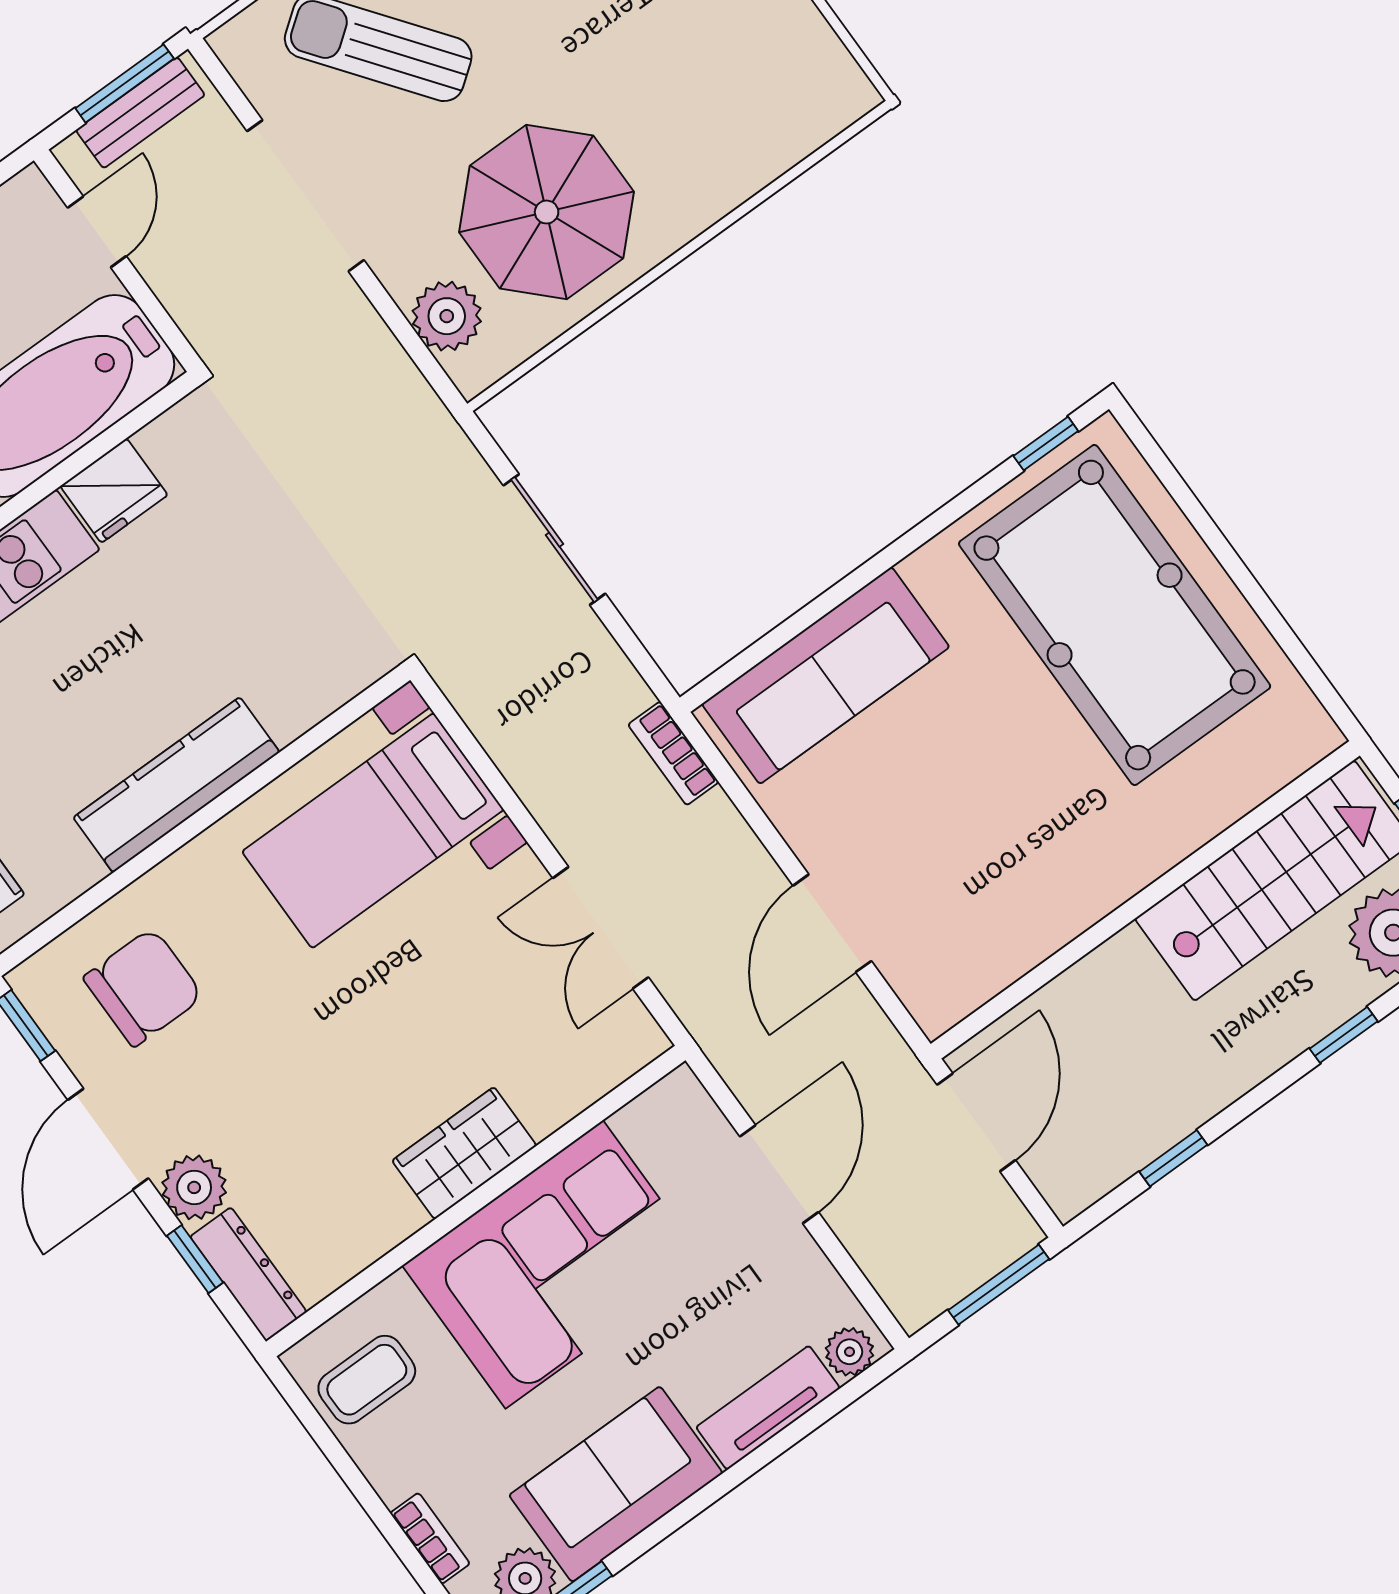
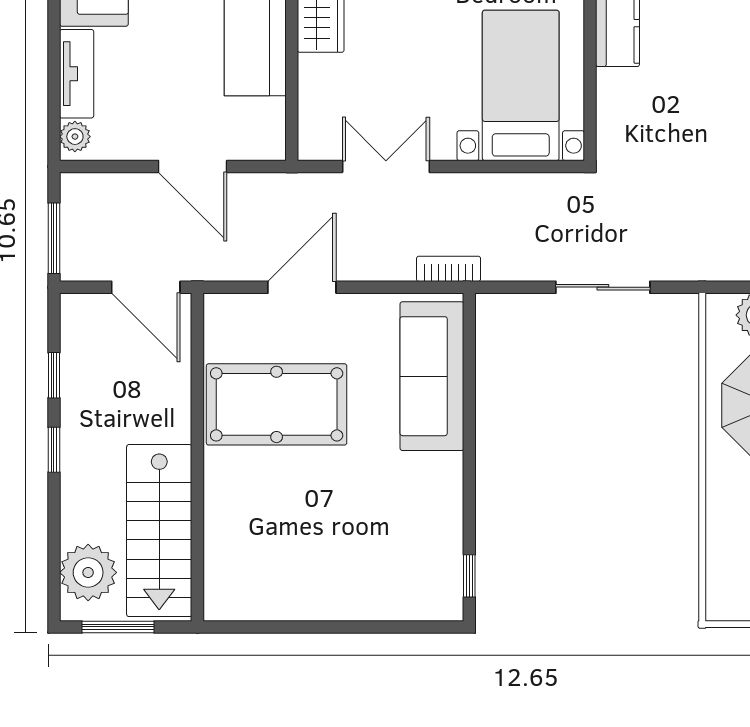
pool table: (1115, 615) -> (277, 404), moved, width x0.73, depth x0.76
door: (832, 923) -> (302, 287), hinge flipped
window: (1344, 1035) -> (54, 450), moved

